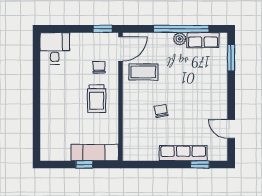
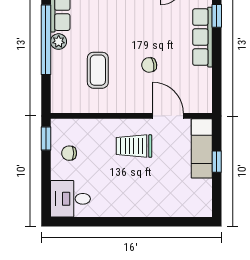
door: (121, 49) -> (168, 116), moved
chair: (99, 67) -> (69, 153), moved
coffee table: (143, 72) -> (98, 70), moved
trolley: (97, 99) -> (134, 146), turned 180

